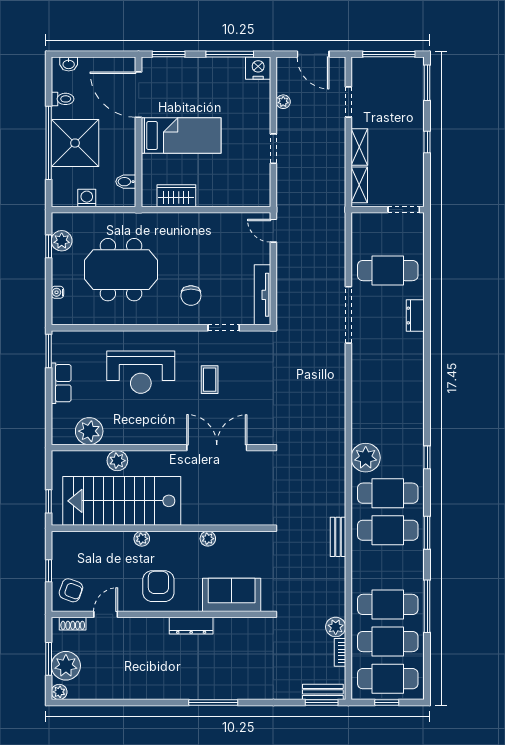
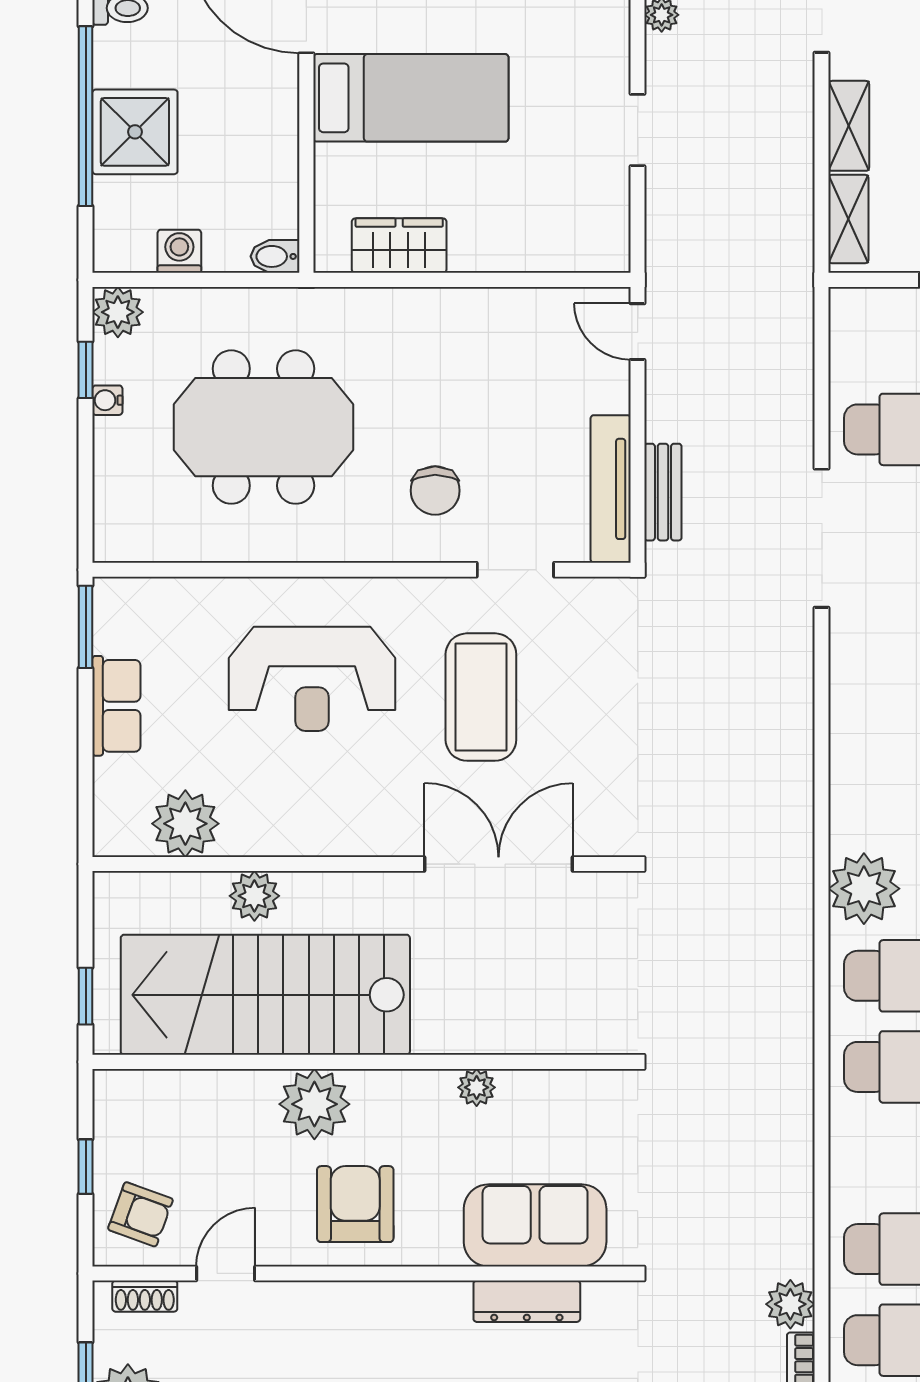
shower: (75, 143) -> (135, 132), width x0.73, depth x0.73
bidet: (126, 182) -> (275, 256), moved
plant: (62, 241) -> (118, 312), moved
water cooler: (57, 292) -> (107, 400), moved
coffee table: (210, 380) -> (481, 697), width x1.86, depth x1.72
bench: (338, 537) -> (663, 492), moved
plant: (142, 539) -> (314, 1104), width x1.88, depth x1.88
dresser: (191, 626) -> (527, 1301), moved

